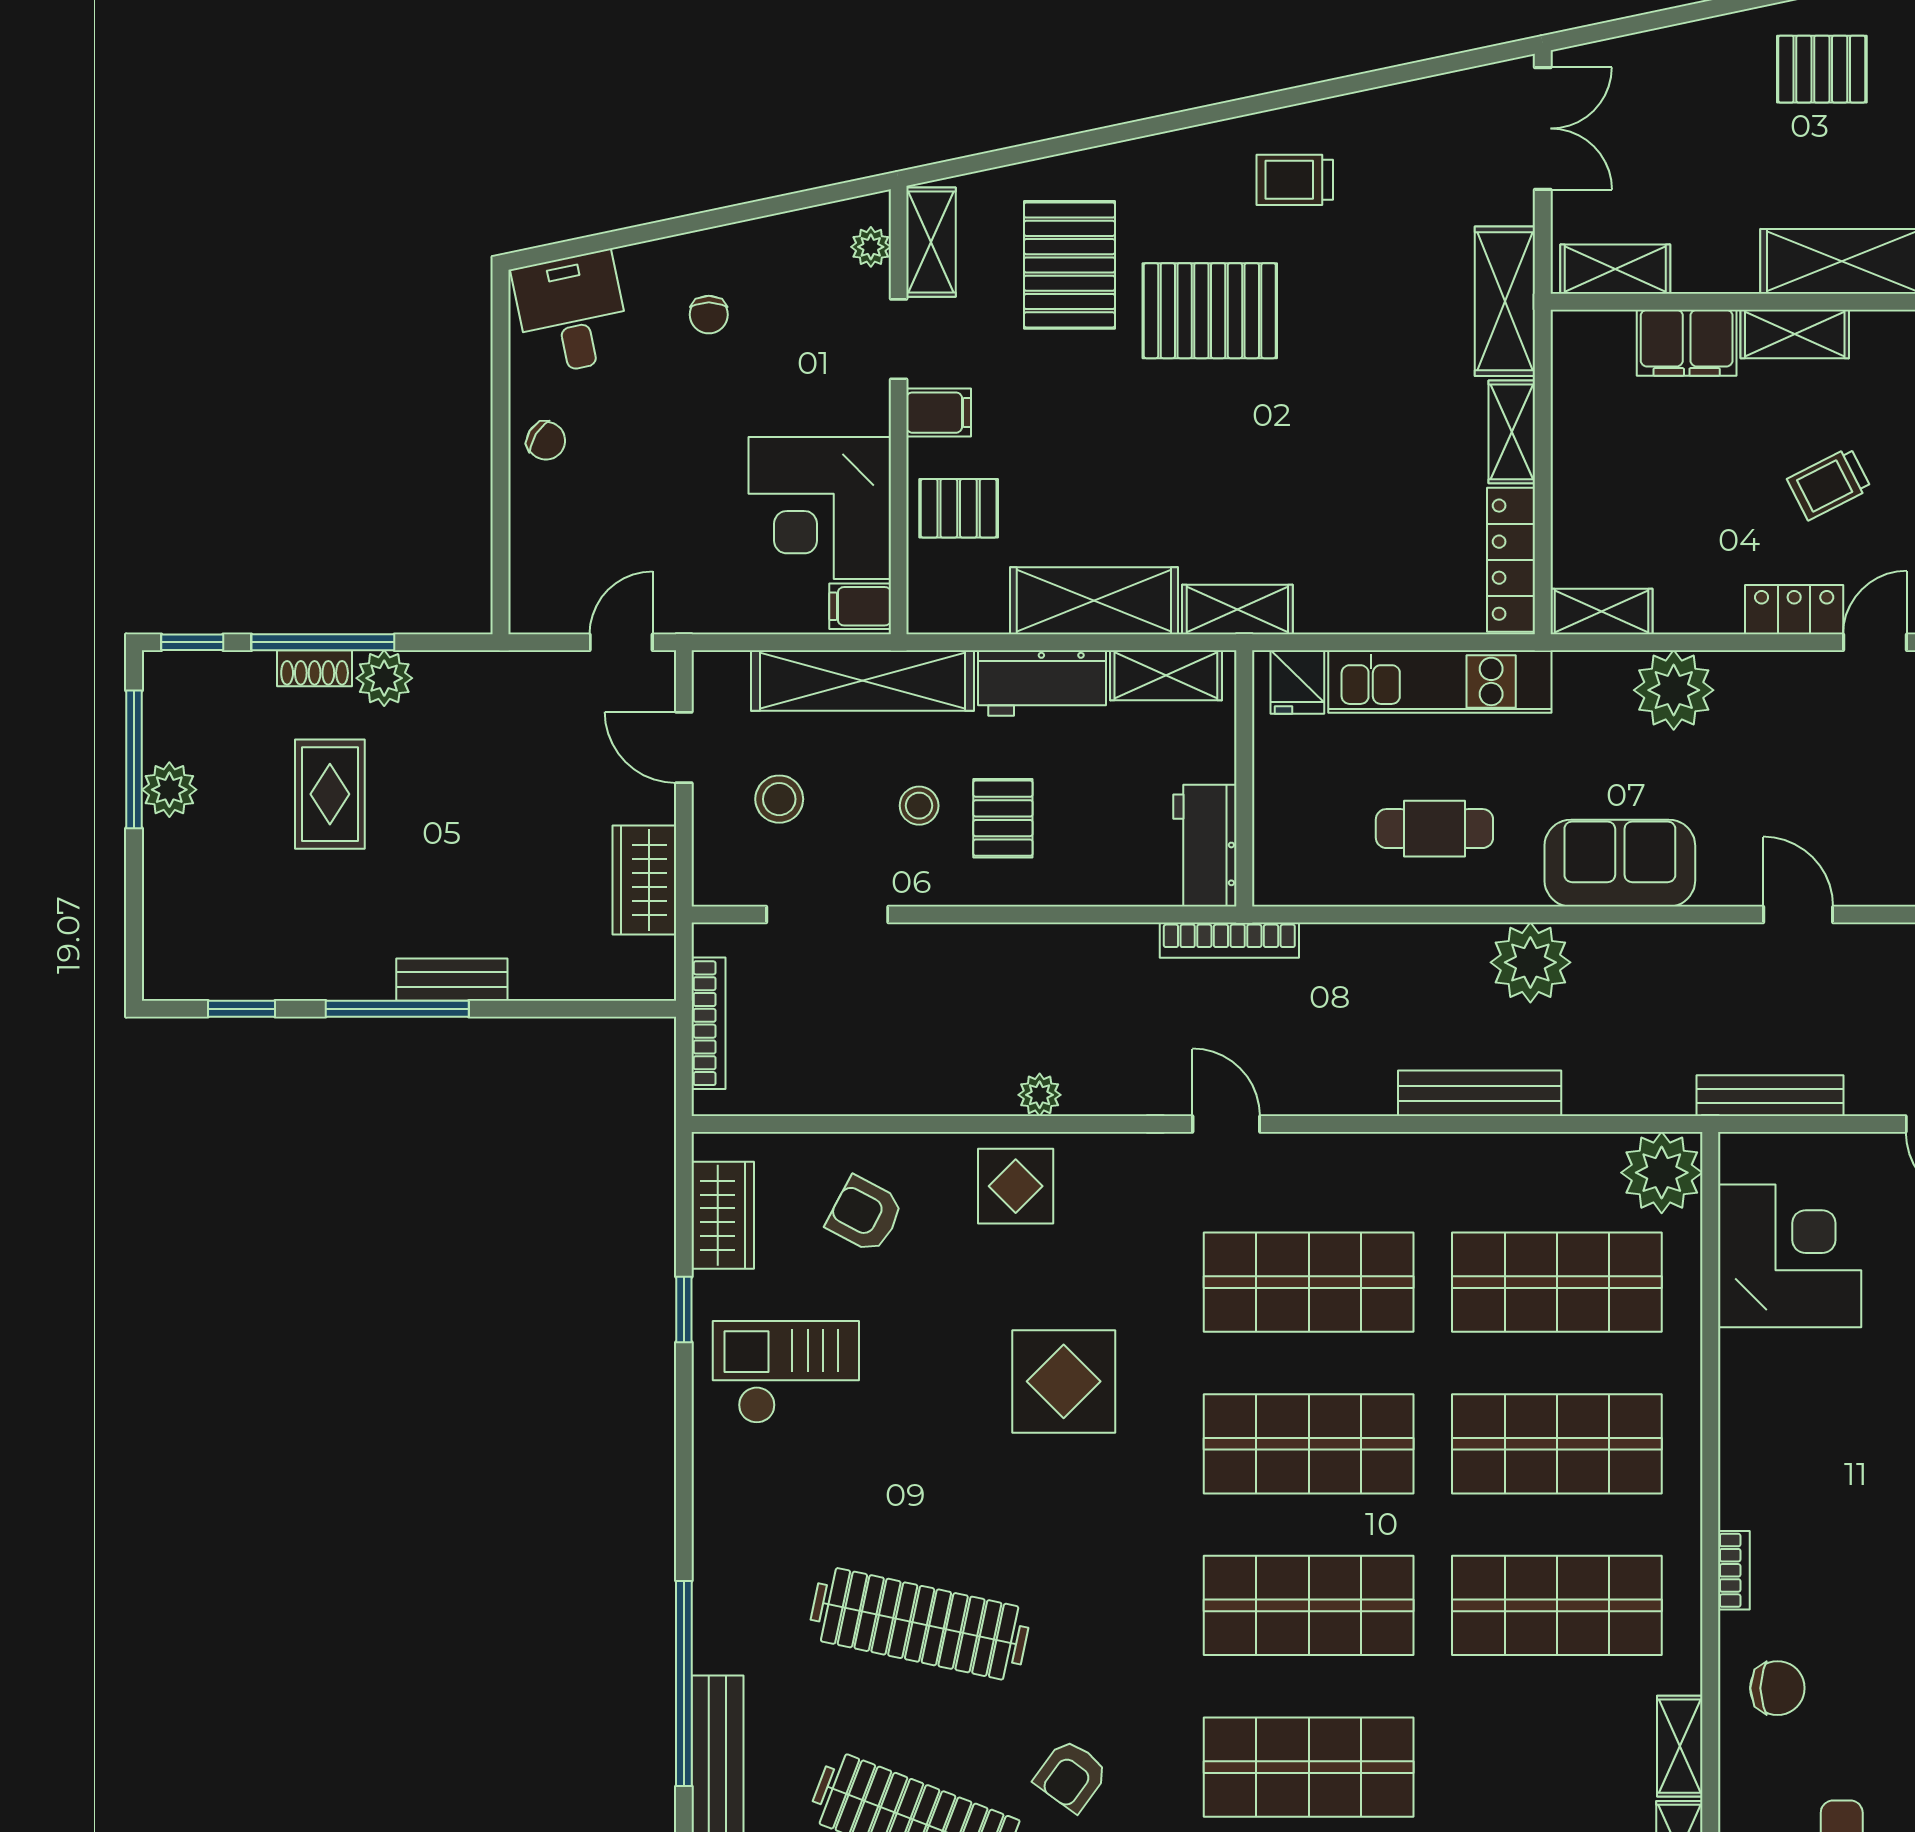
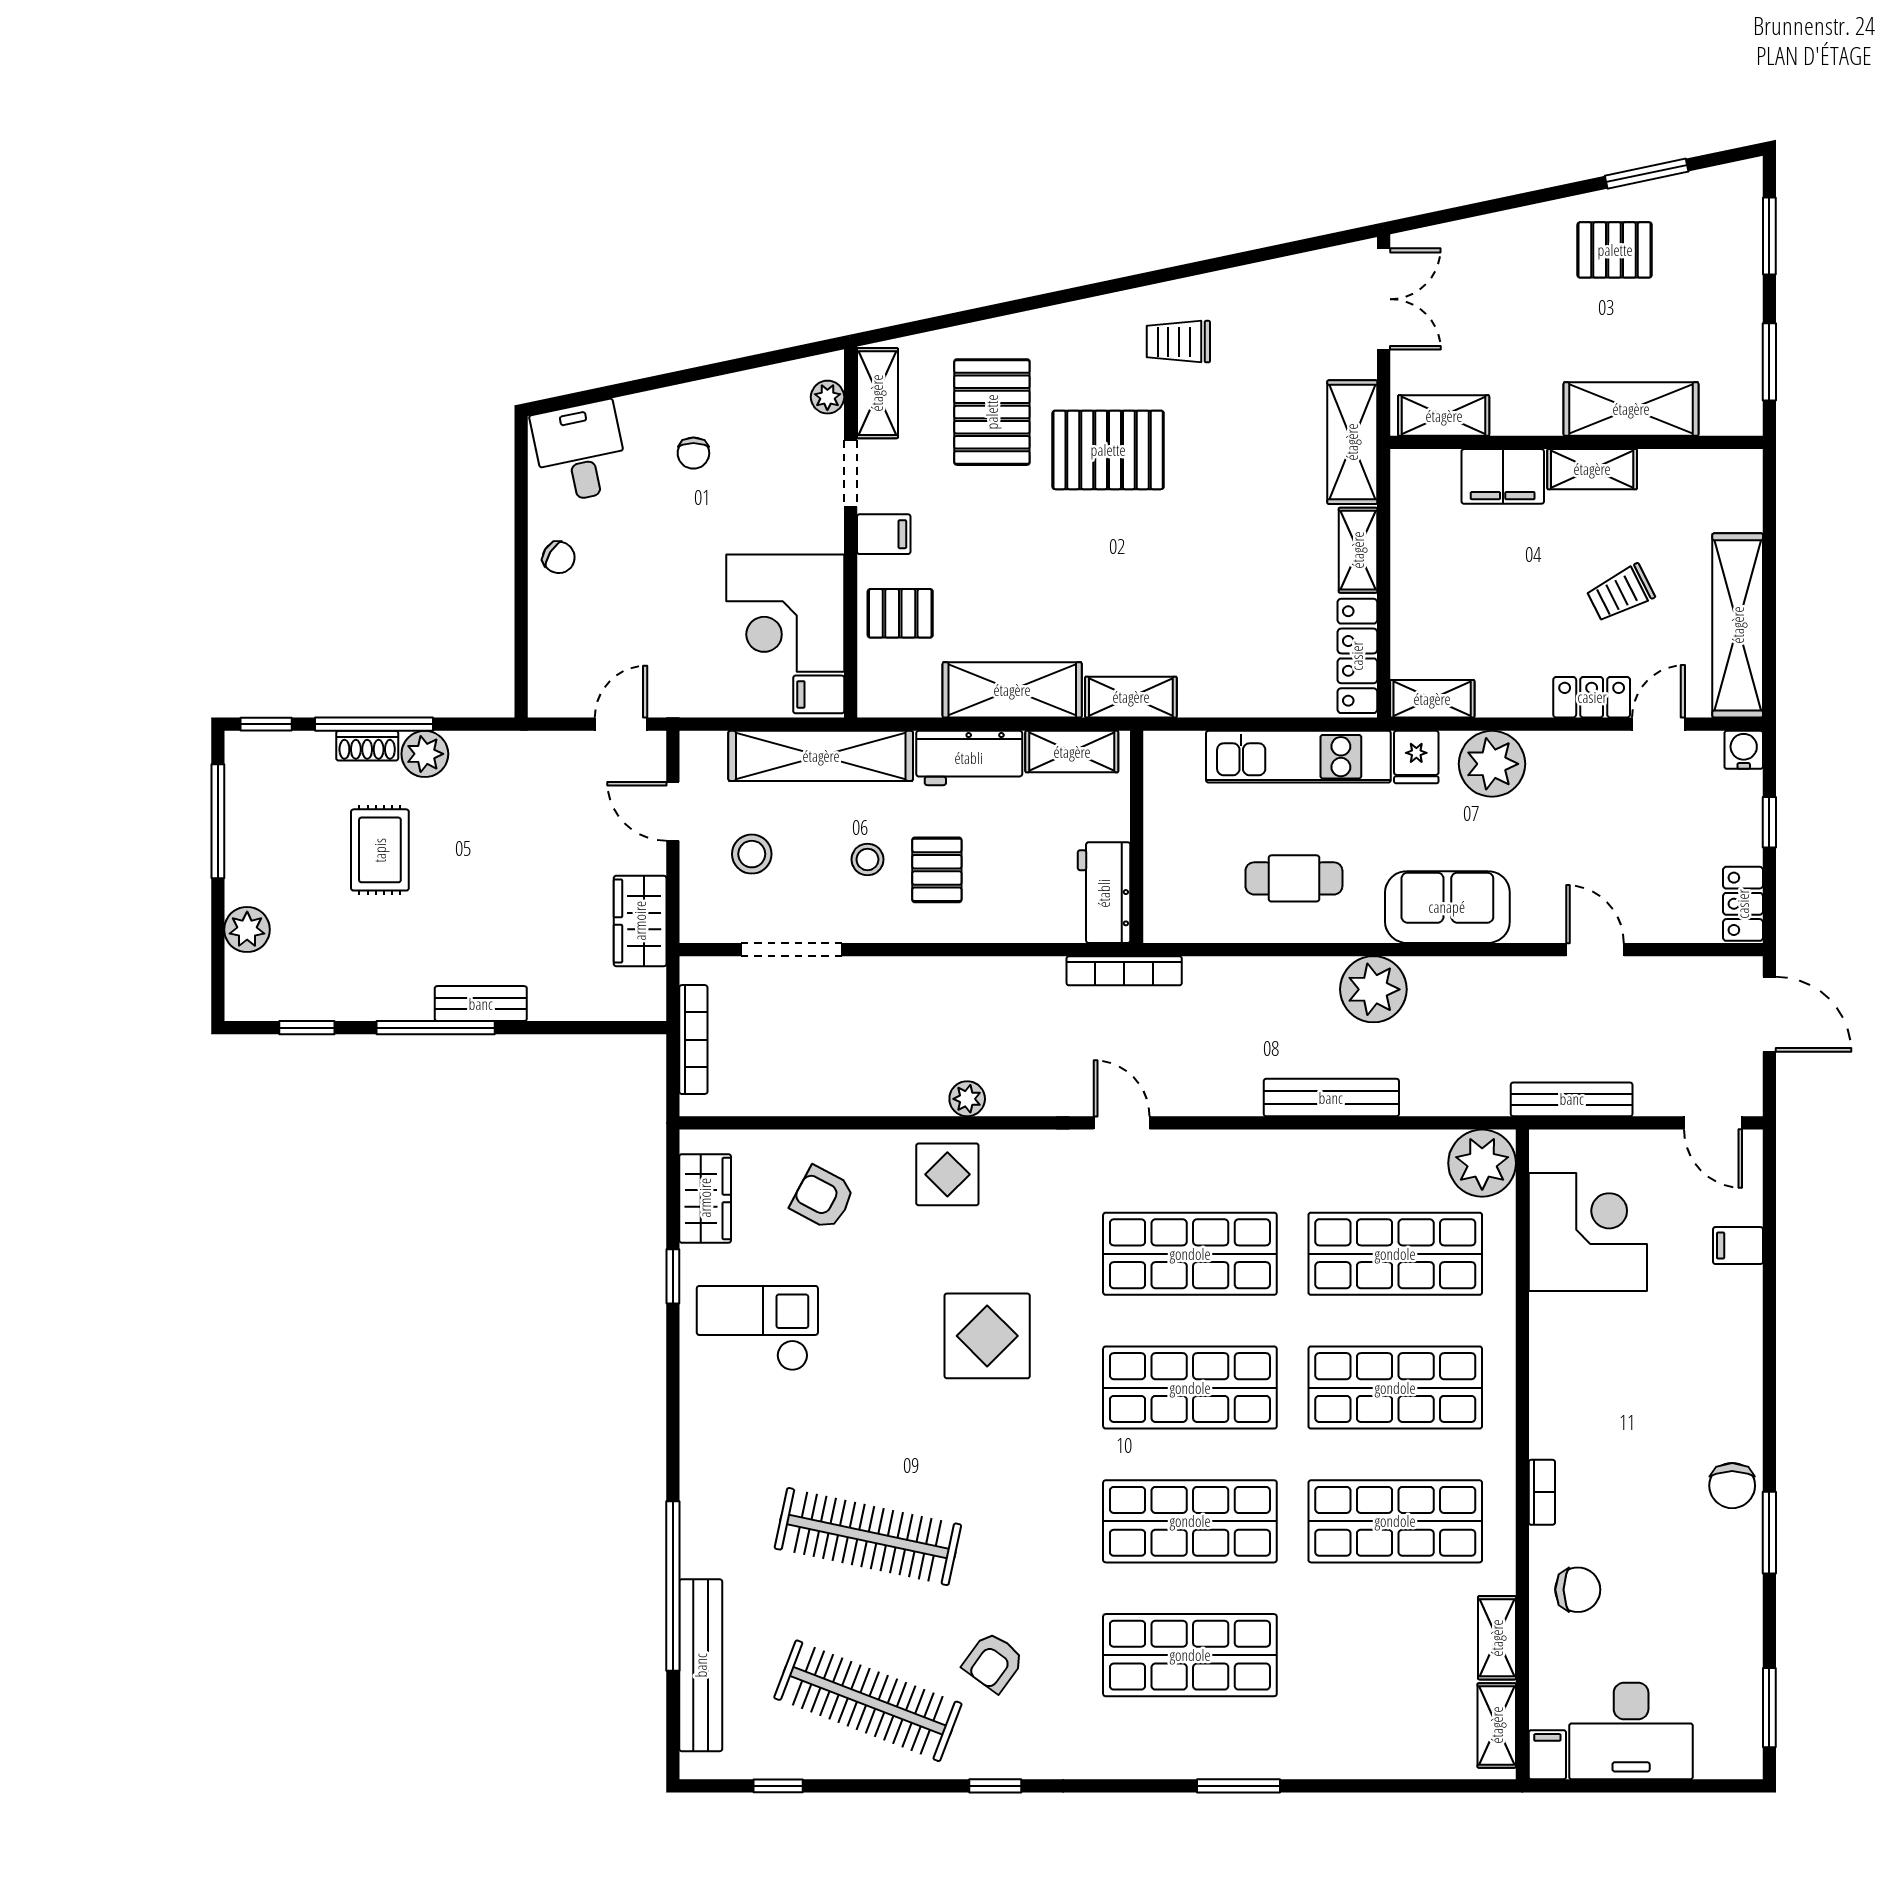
fridge: (1297, 682) -> (1416, 757), moved
plant: (169, 790) -> (247, 930), moved

